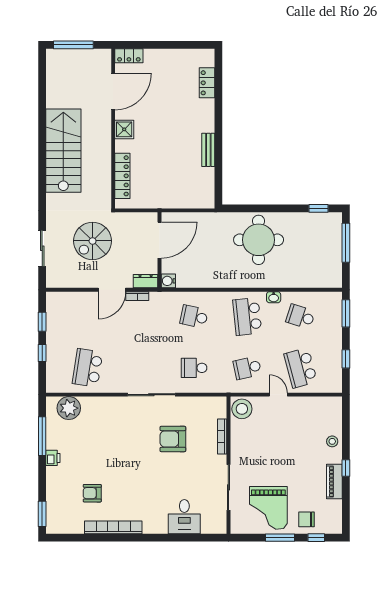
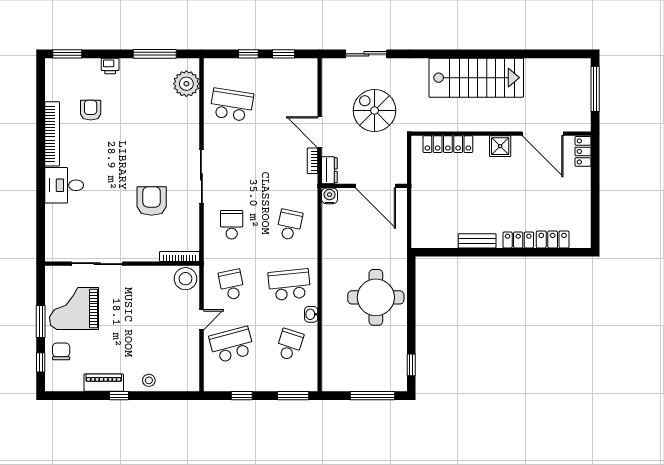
locker: (208, 113) -> (518, 240), added
bookcase: (222, 436) -> (180, 256), moved
printer: (53, 458) -> (110, 66), moved
desk: (184, 517) -> (64, 185), moved

